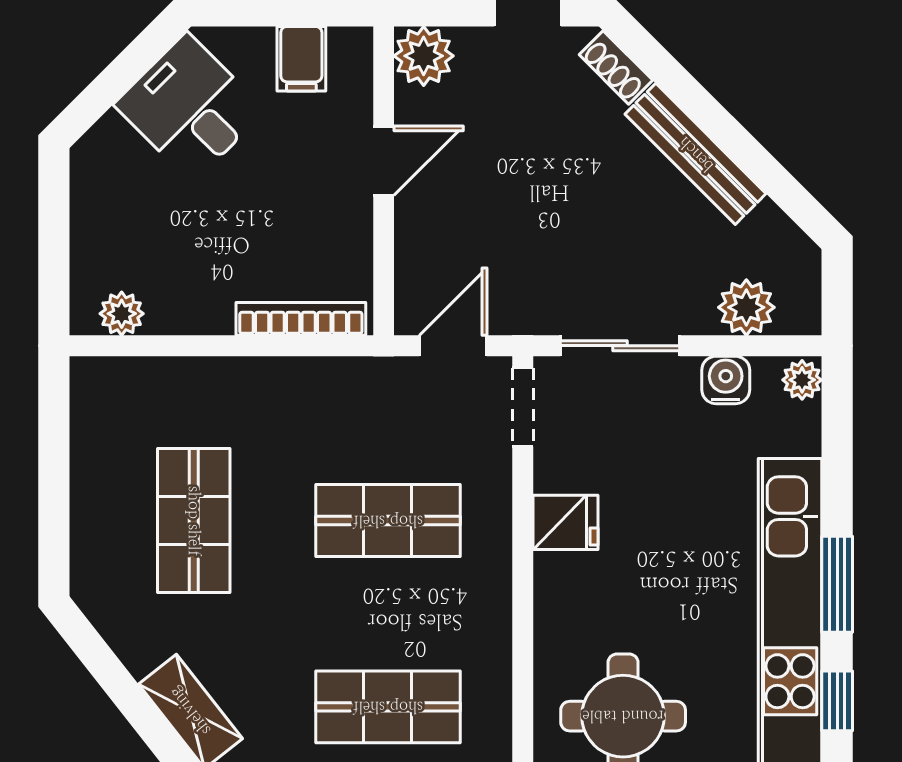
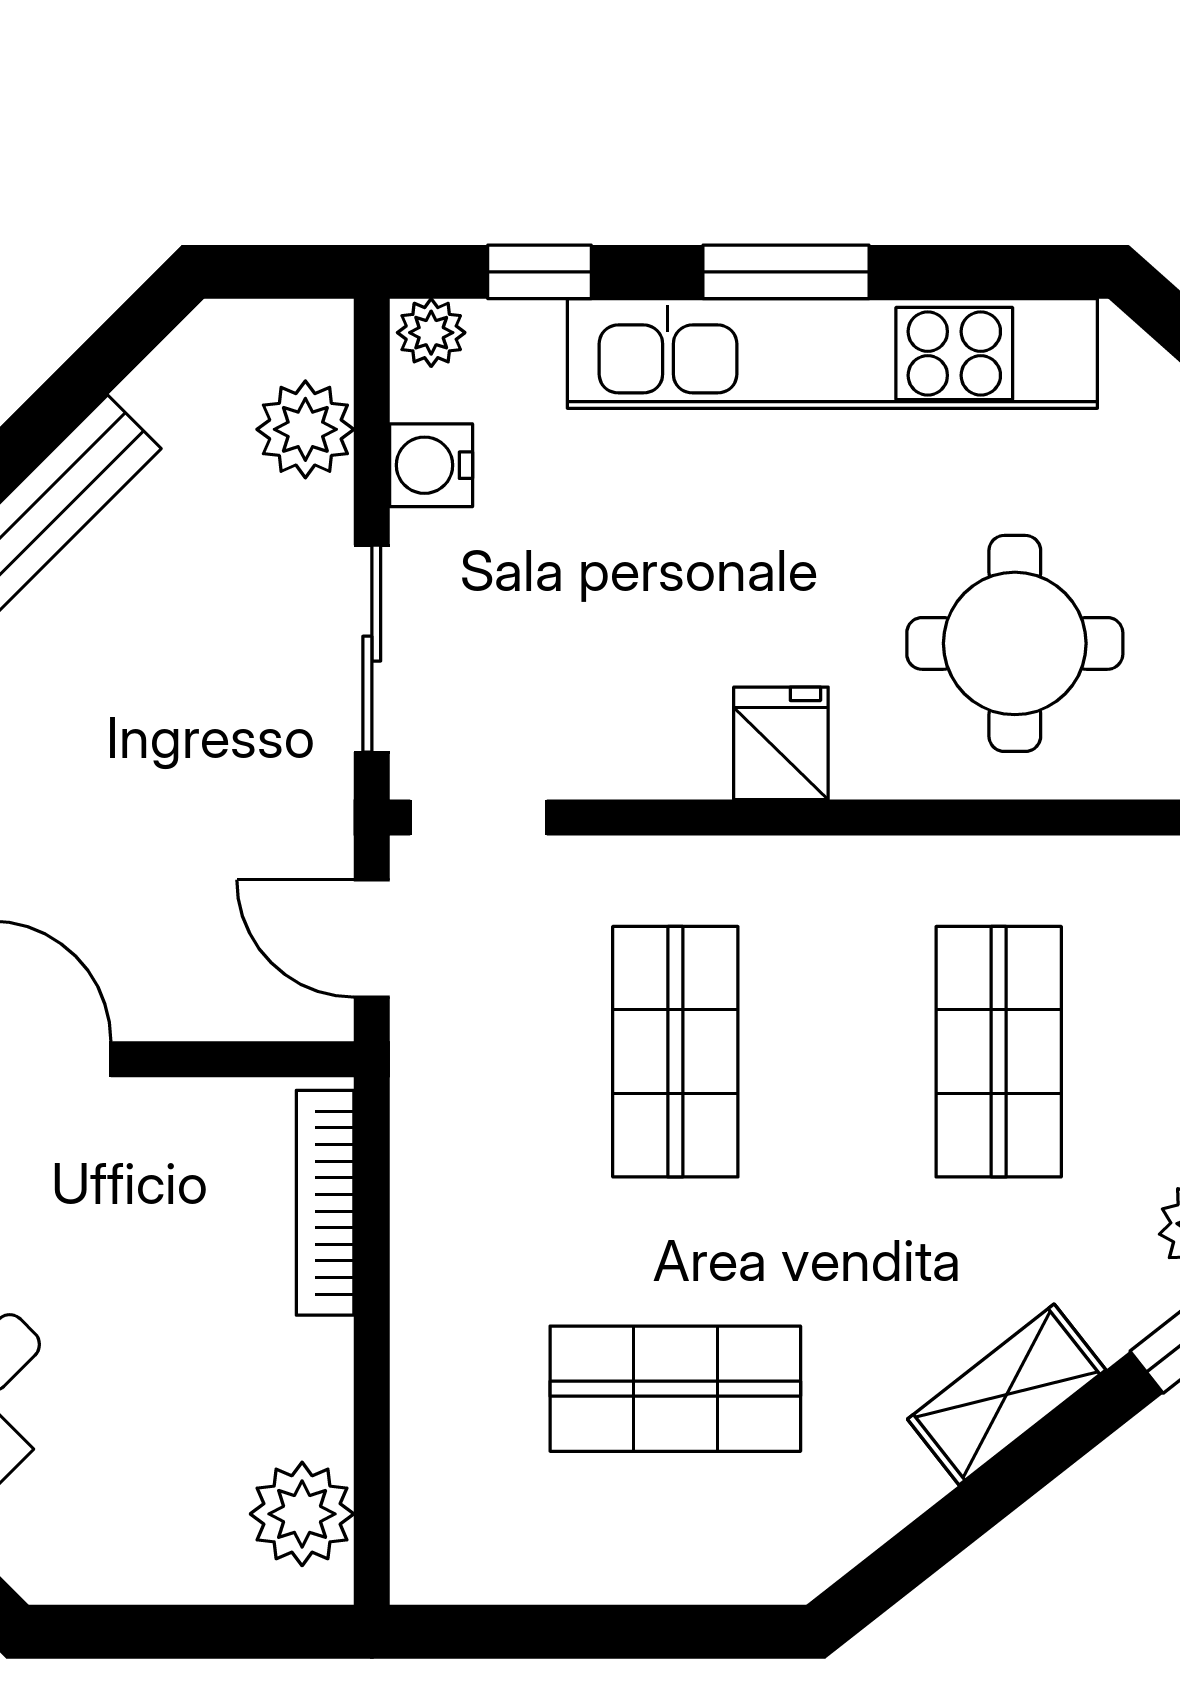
plant: (122, 314) -> (302, 1514), width x1.38, depth x1.38
fridge: (565, 522) -> (781, 743), moved
window: (837, 701) -> (539, 272), moved

